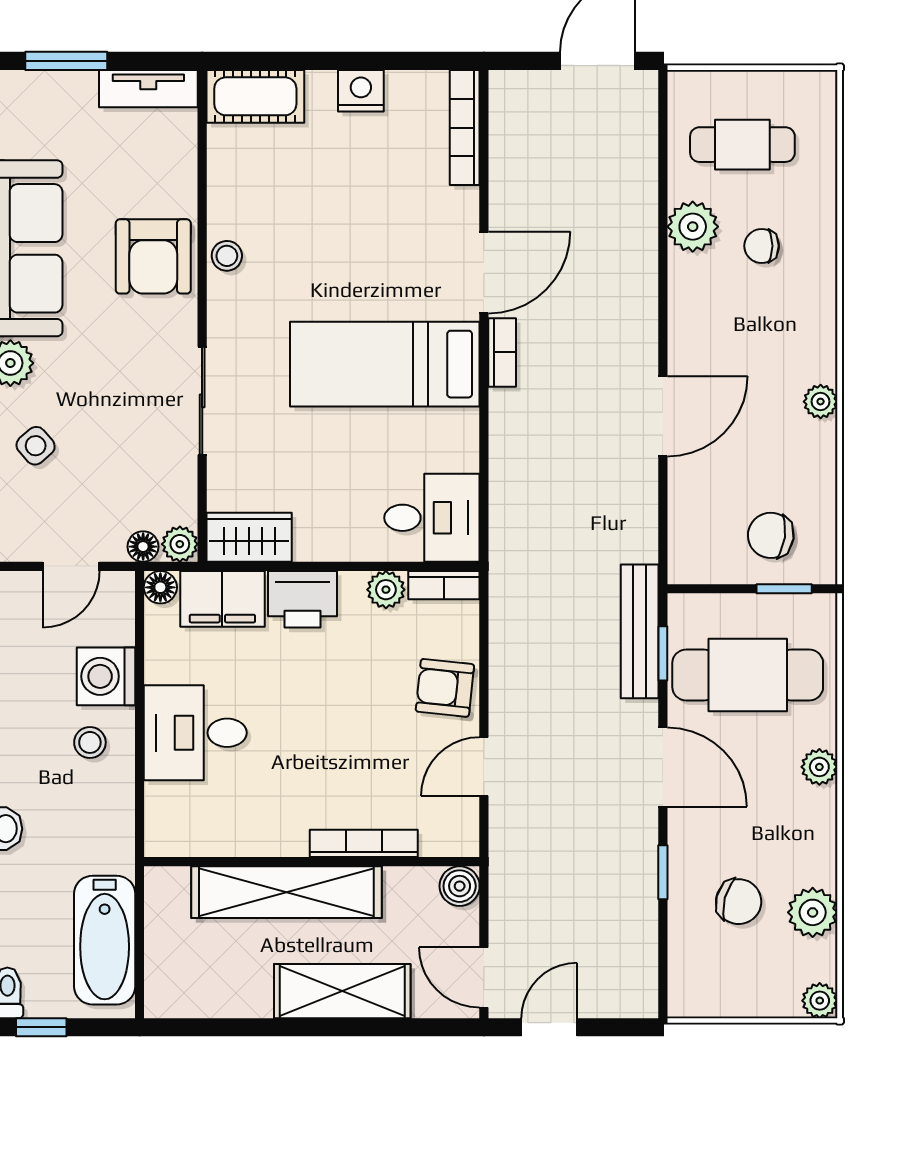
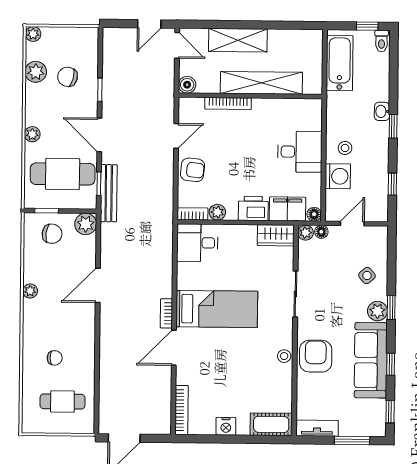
plant: (693, 227) -> (86, 224), moved

